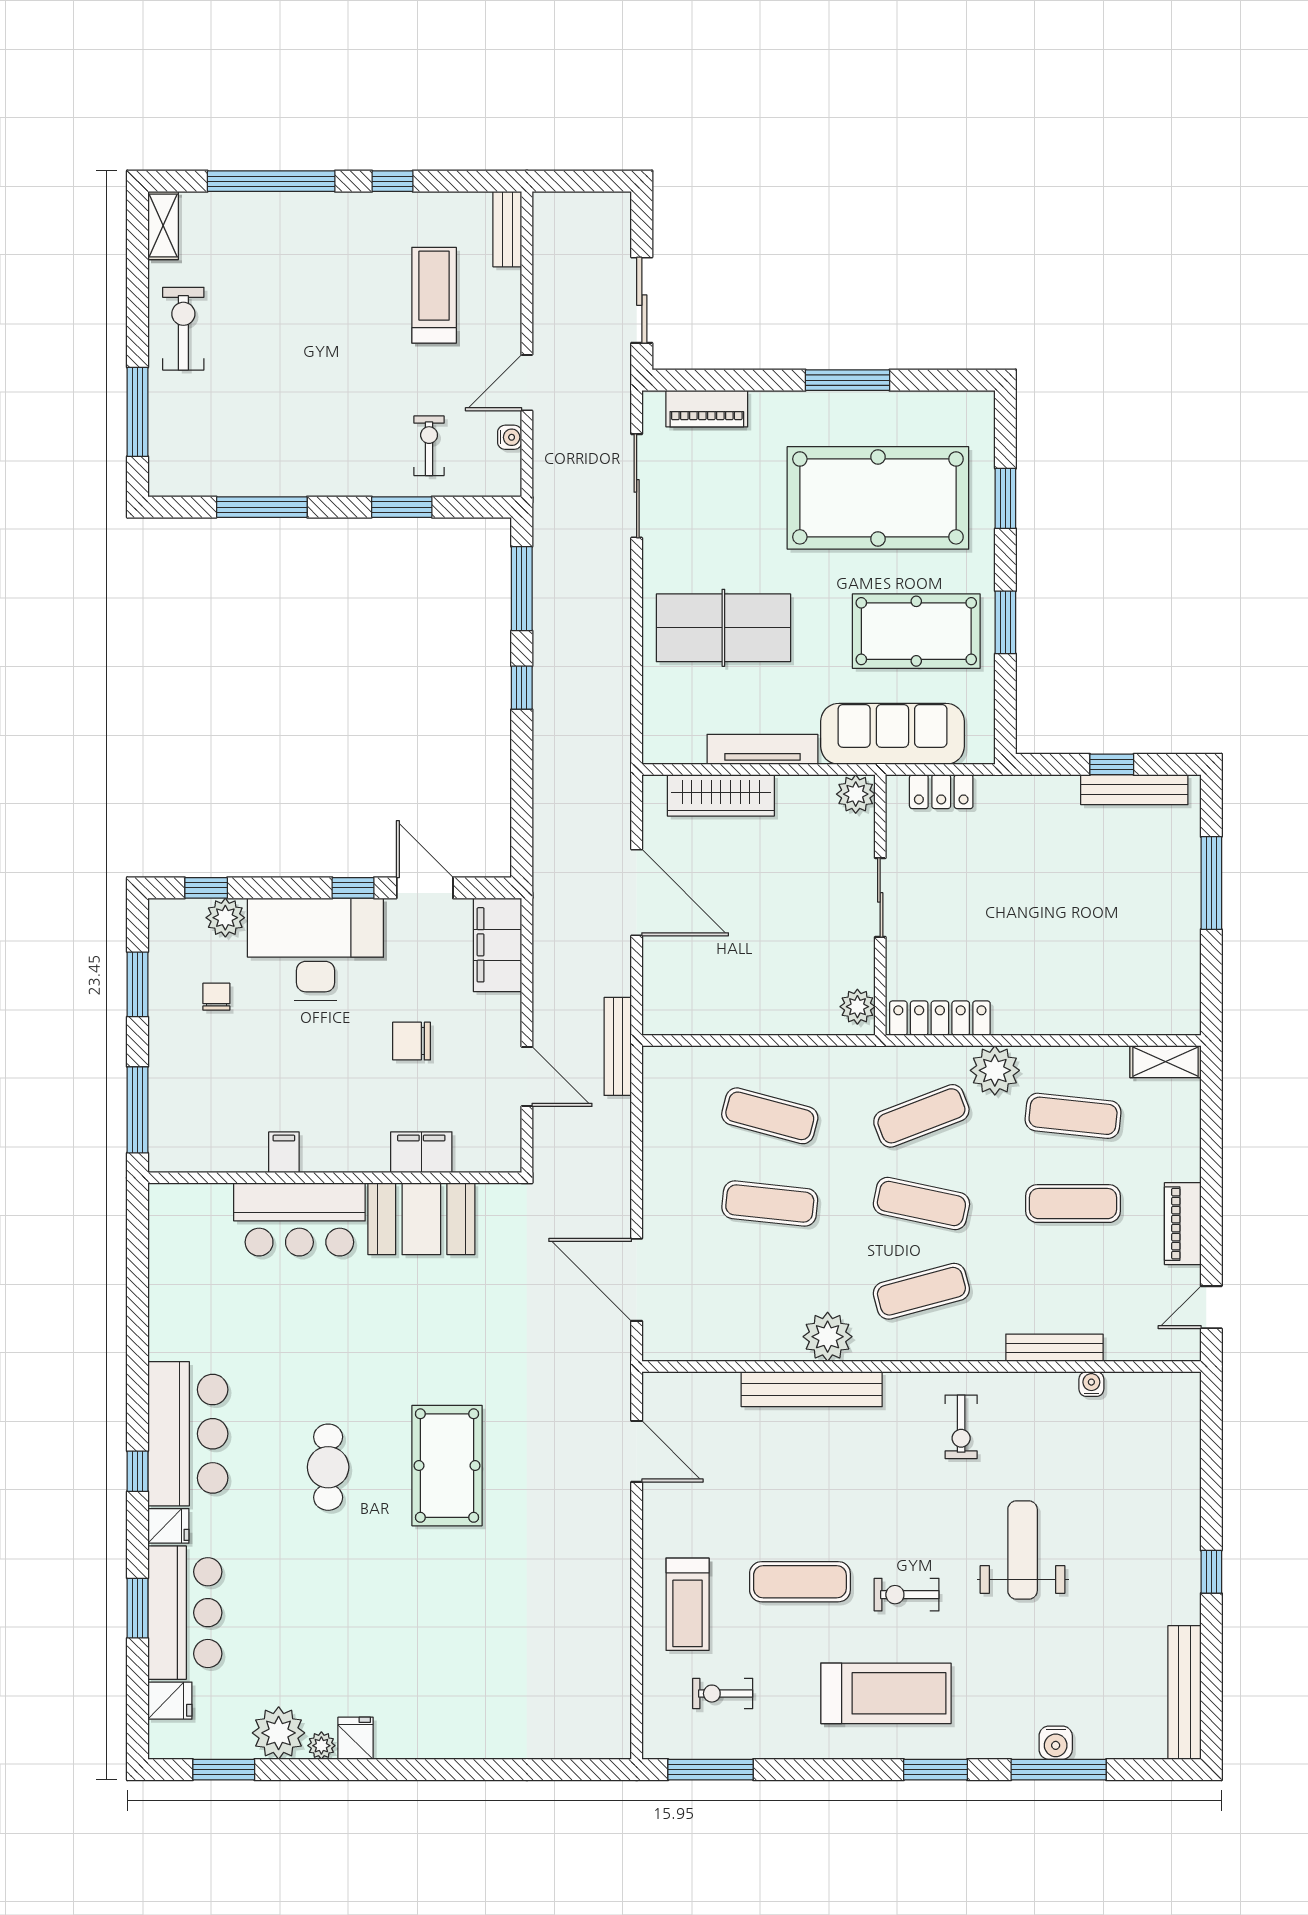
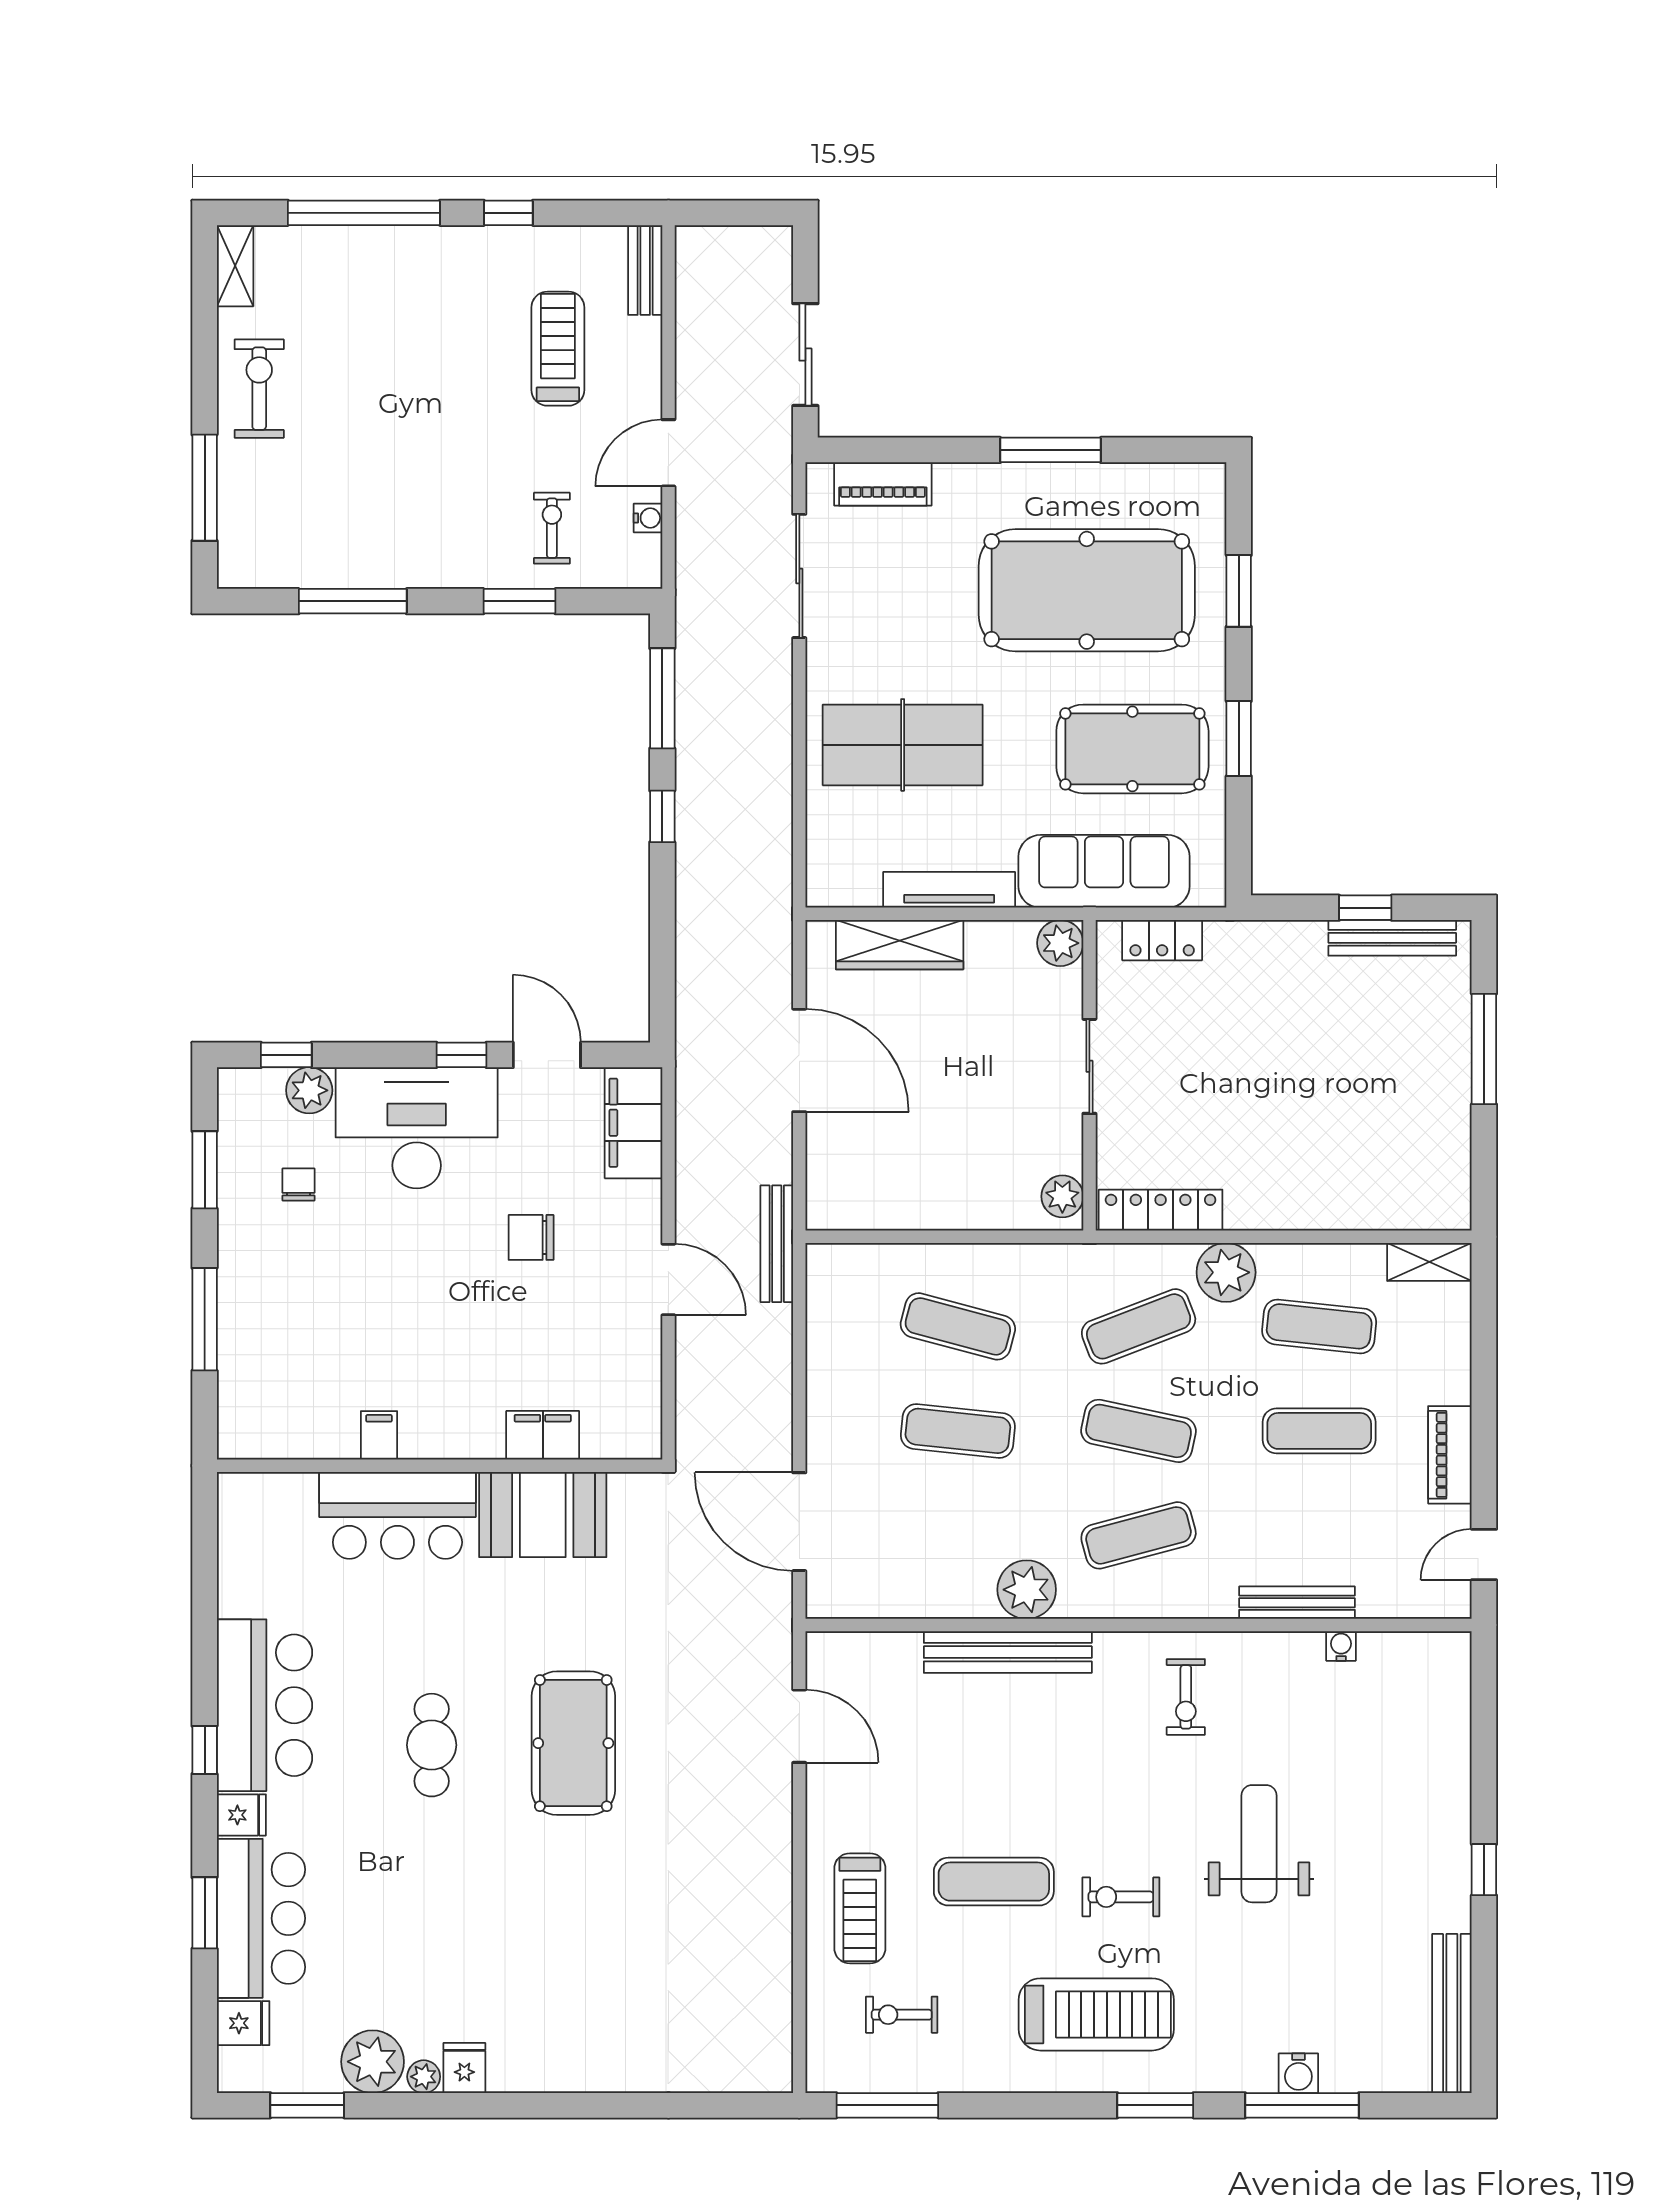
filing cabinet: (284, 1152) -> (379, 1435), moved
filing cabinet: (421, 1152) -> (543, 1435), moved
wall: (335, 1178) -> (440, 1466), moved
bar counter: (299, 1219) -> (397, 1515), moved
booth: (421, 1219) -> (543, 1515), moved

